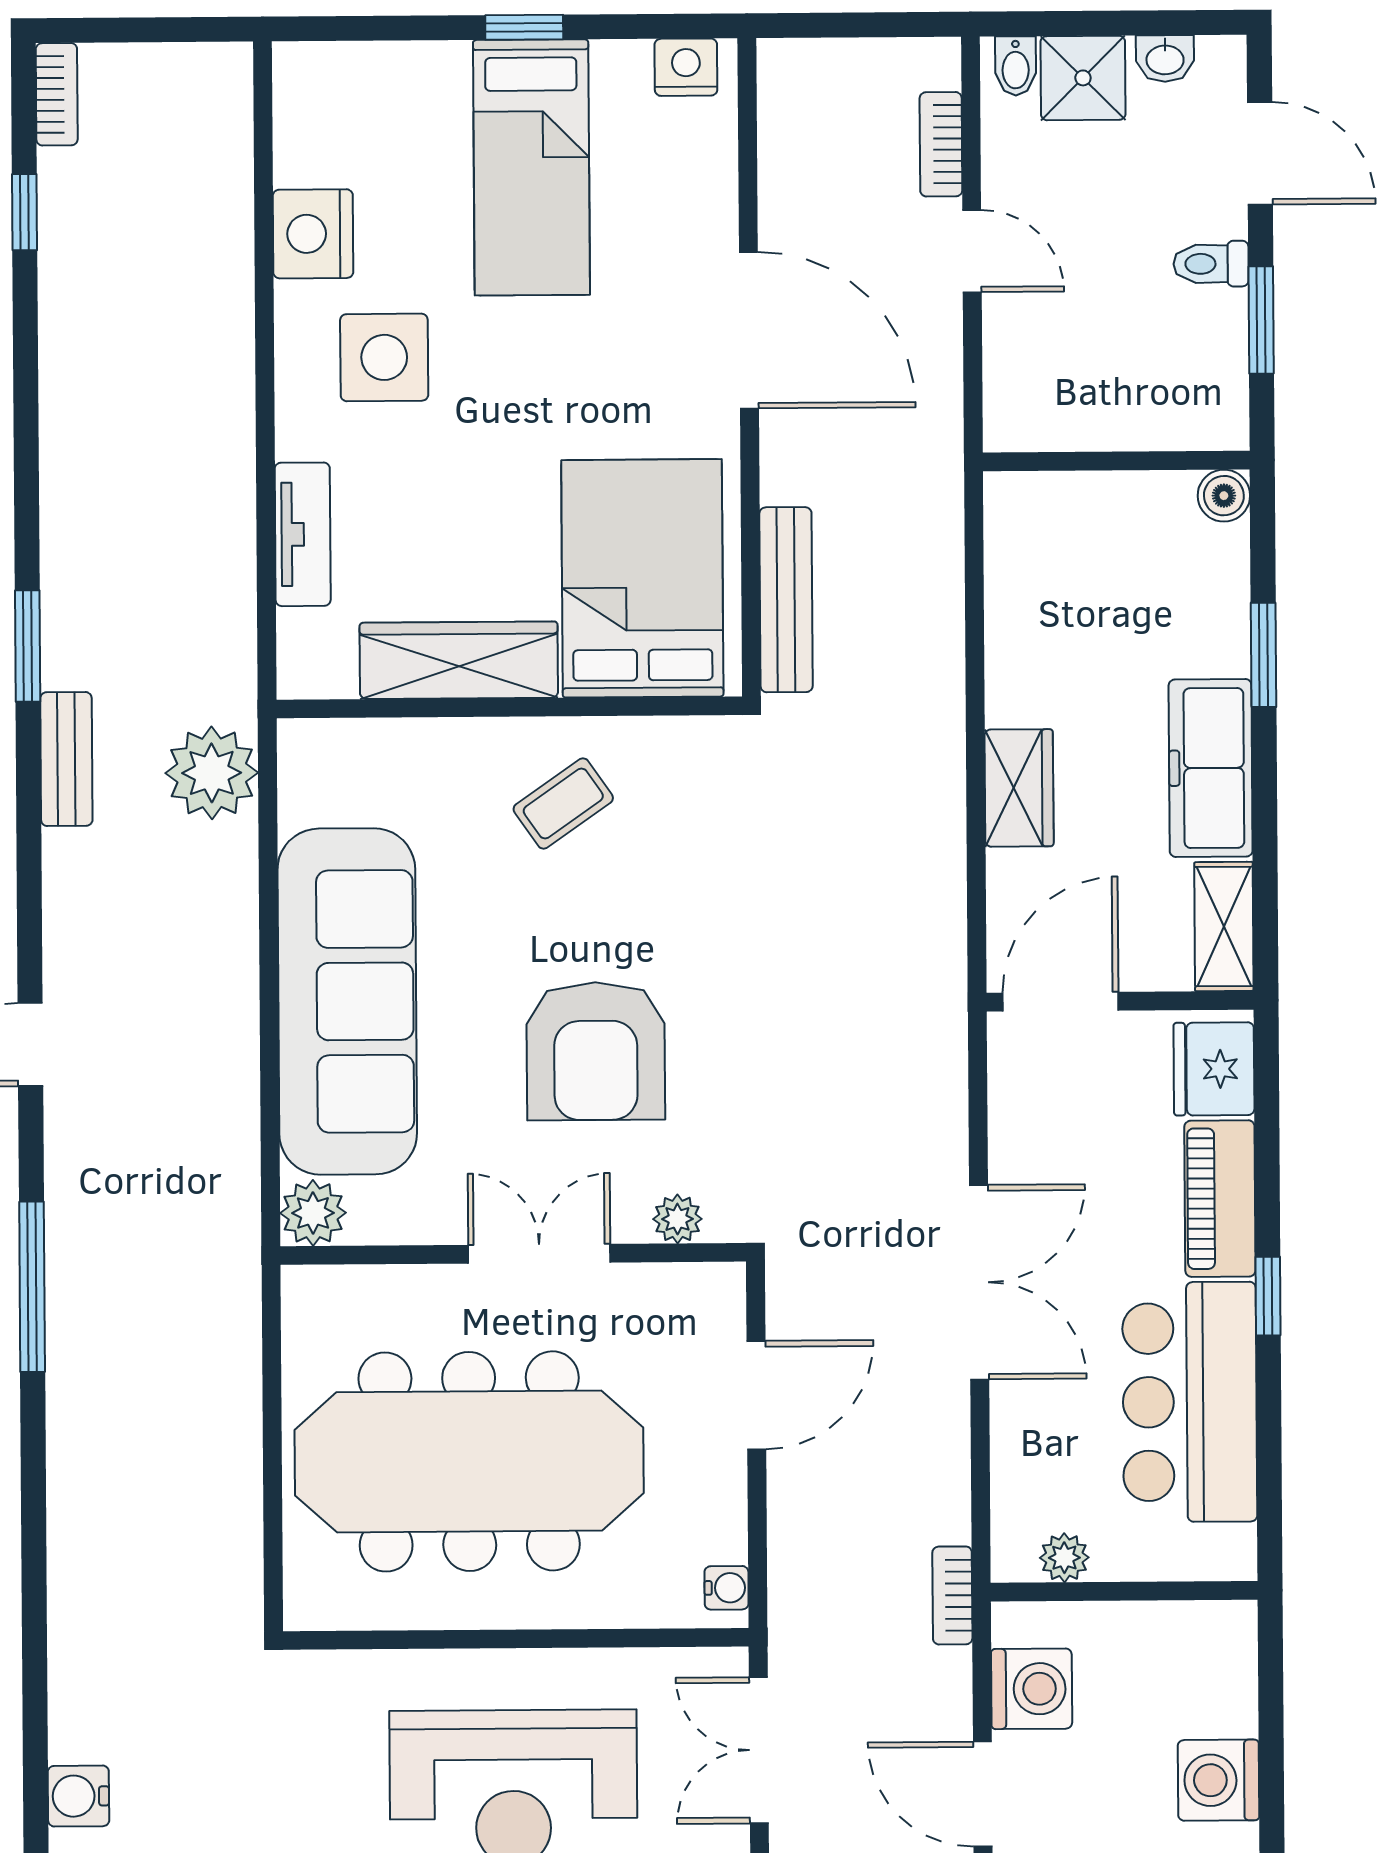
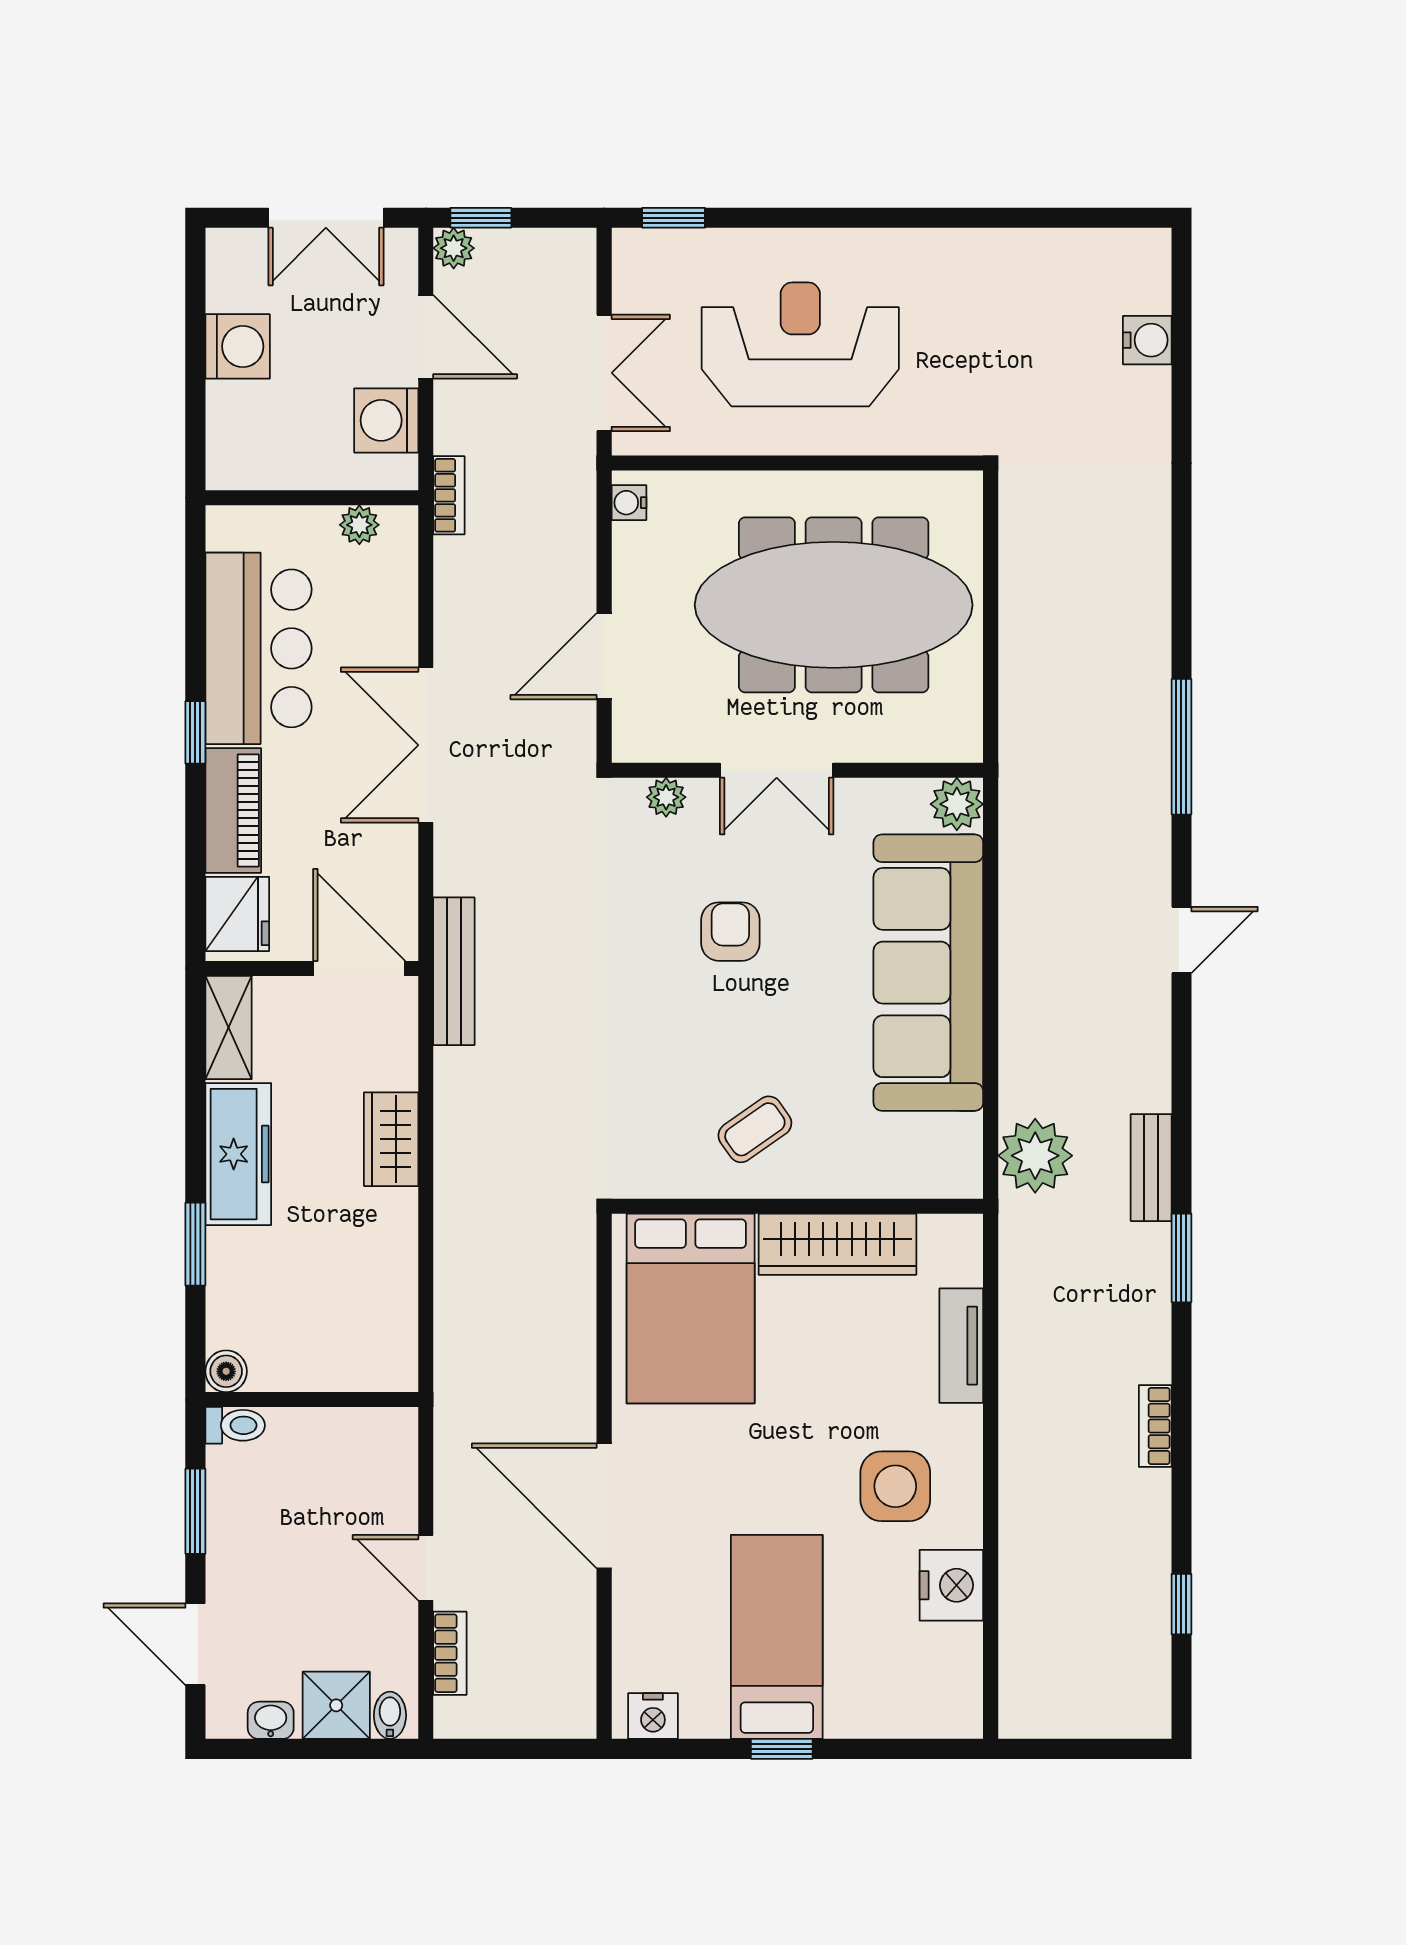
bookcase: (57, 94) -> (1155, 1426), moved
toilet: (1211, 264) -> (235, 1425), moved
bench: (786, 600) -> (454, 971), moved
door: (1061, 1002) -> (359, 968), swing flipped
armchair: (596, 1051) -> (730, 932), width x0.53, depth x0.53

